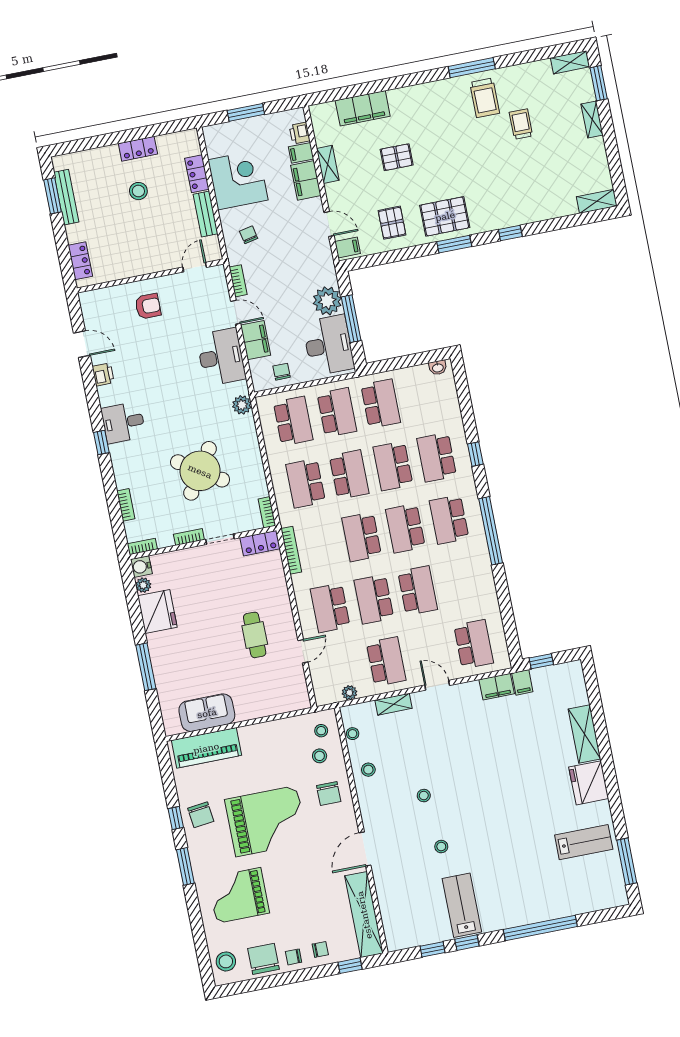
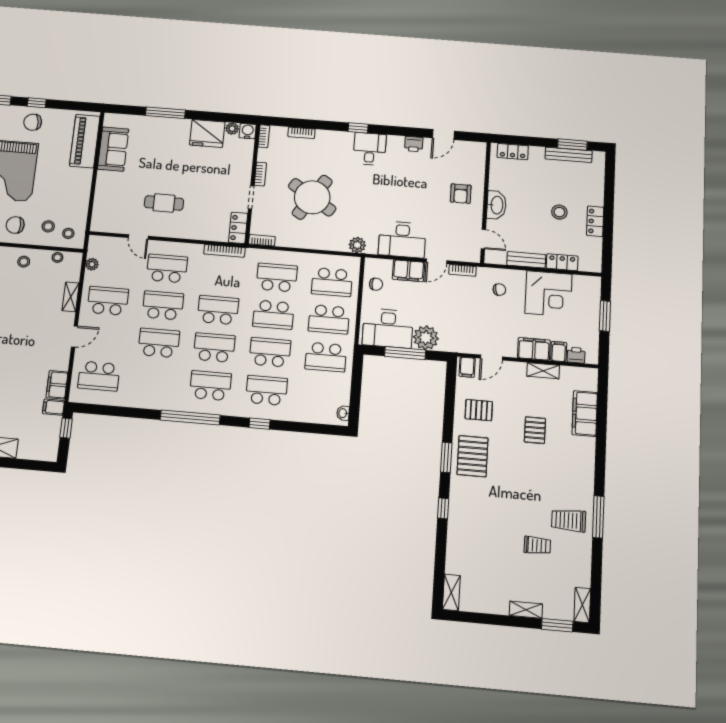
washbasin: (150, 263) -> (496, 205), added
school desk: (418, 591) -> (159, 343), turned 180
school desk: (386, 661) -> (108, 301), turned 180

